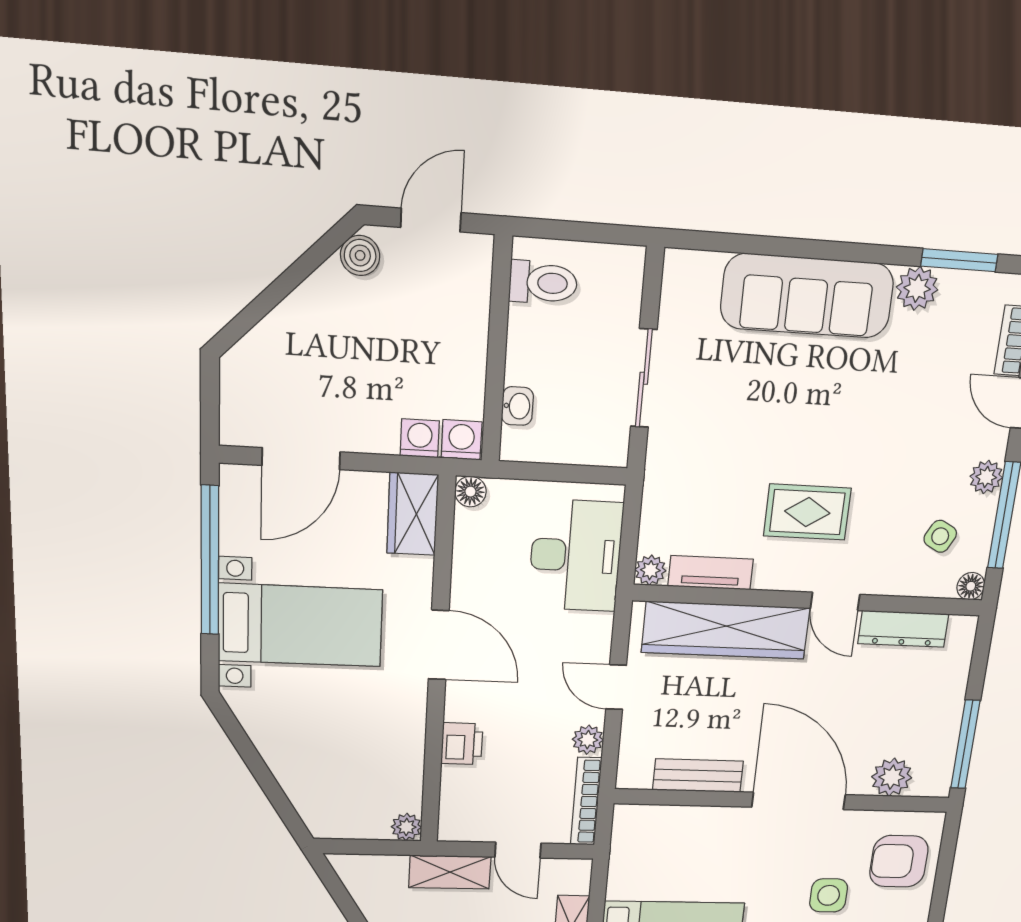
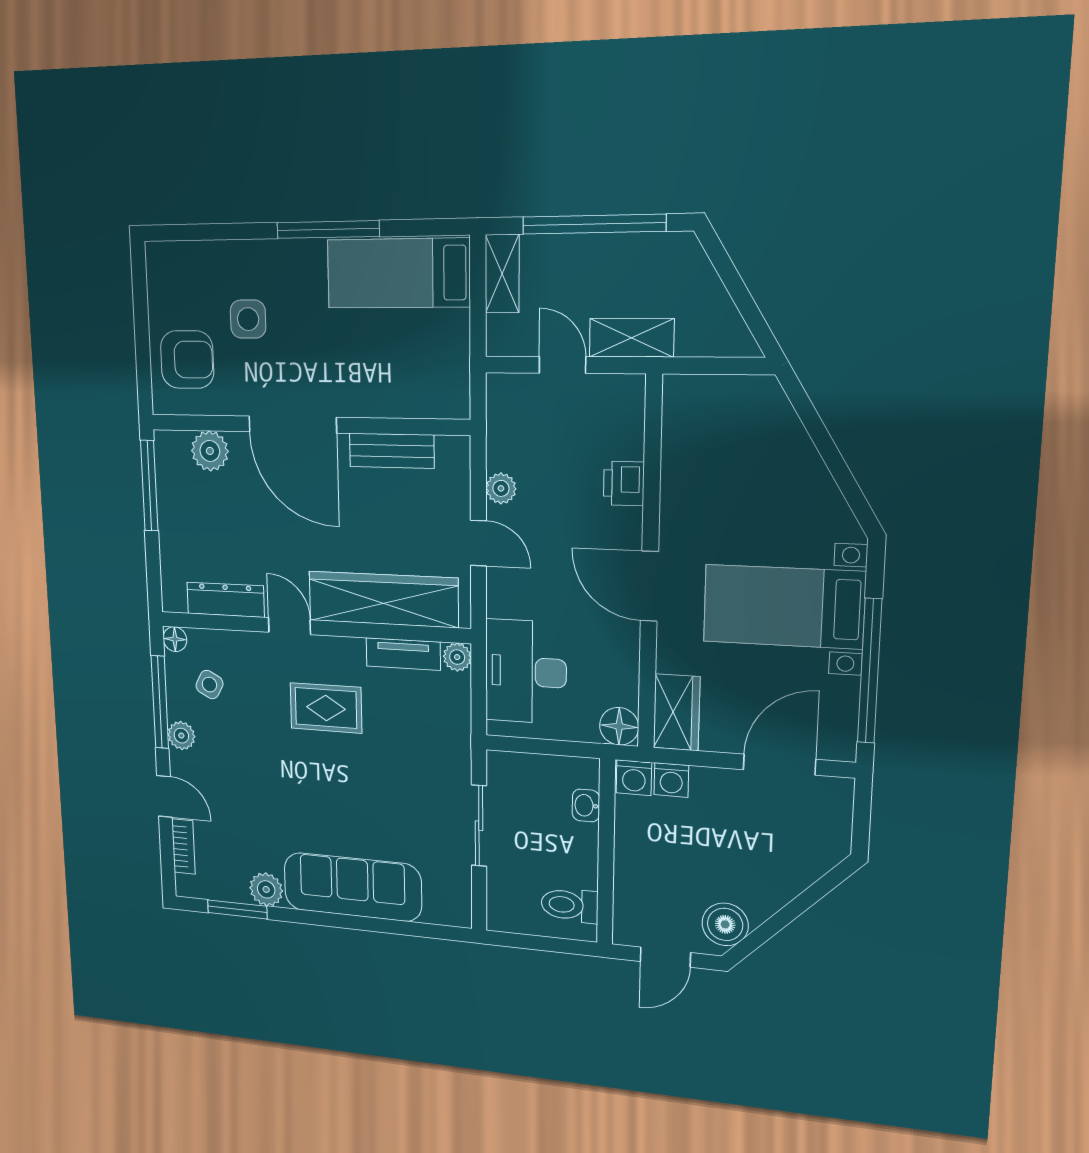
boiler: (360, 255) -> (725, 924), width x1.36, depth x1.36
floor lamp: (470, 492) -> (619, 726), width x1.37, depth x1.37
bookcase: (586, 801) -> (498, 421), removed
plant: (406, 827) -> (678, 390), removed

